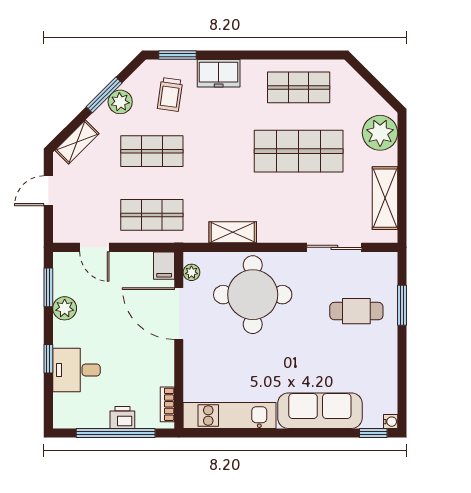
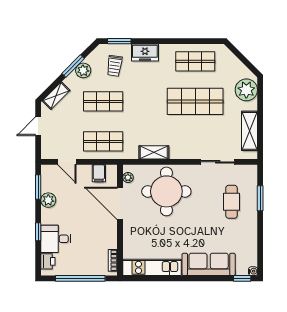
filing cabinet: (164, 266) -> (99, 173), moved
cafe table: (356, 311) -> (232, 202), turned 90
printer: (122, 417) -> (48, 261), moved, turned 90

